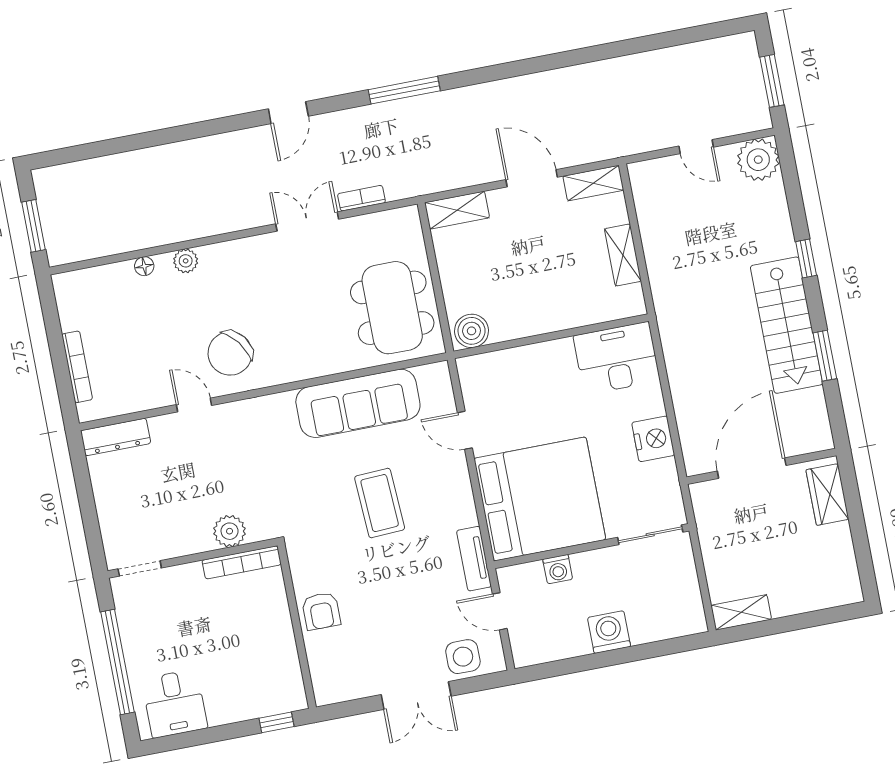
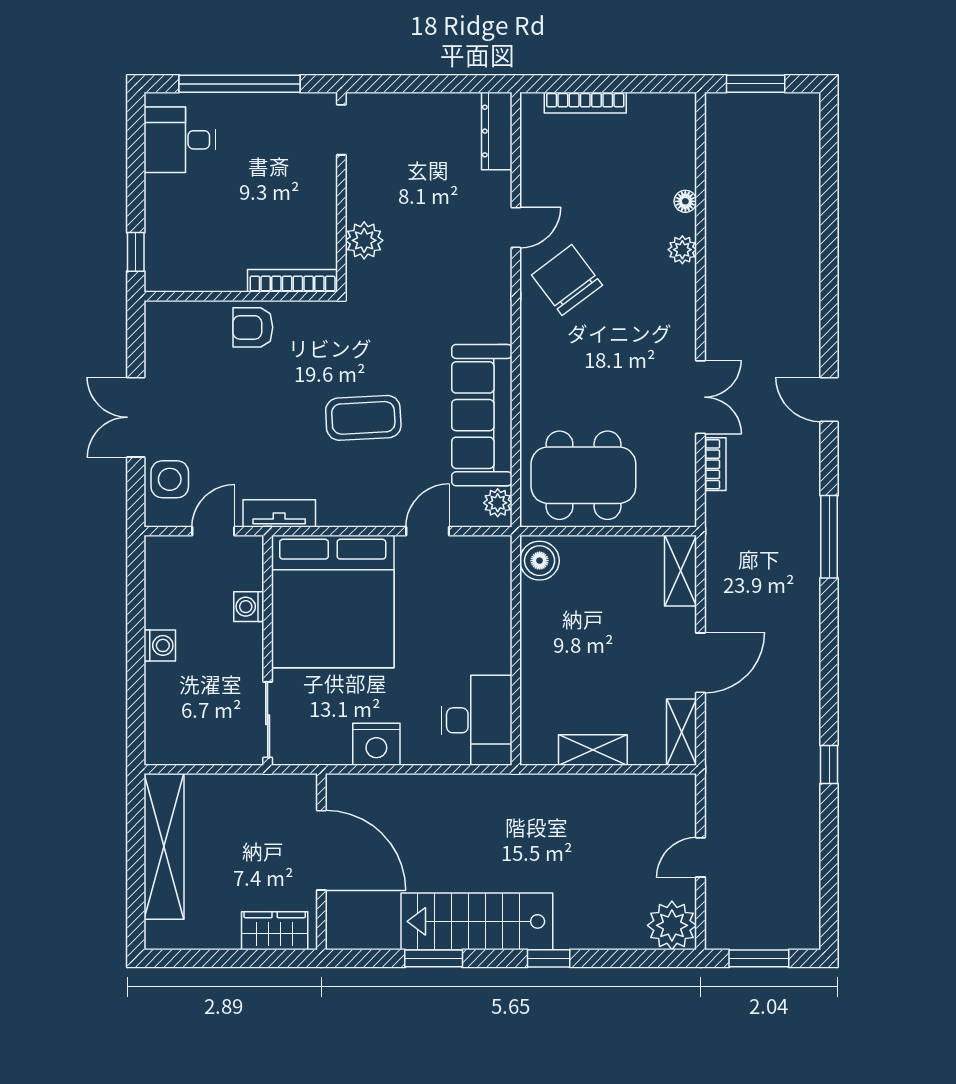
window: (597, 53) -> (829, 765), added
plant: (429, 376) -> (498, 503), added
bookcase: (242, 562) -> (293, 281), moved, turned 90
shelving: (741, 612) -> (164, 846), width x2.20, depth x1.33
washing machine: (609, 632) -> (160, 645), width x0.73, depth x0.73

